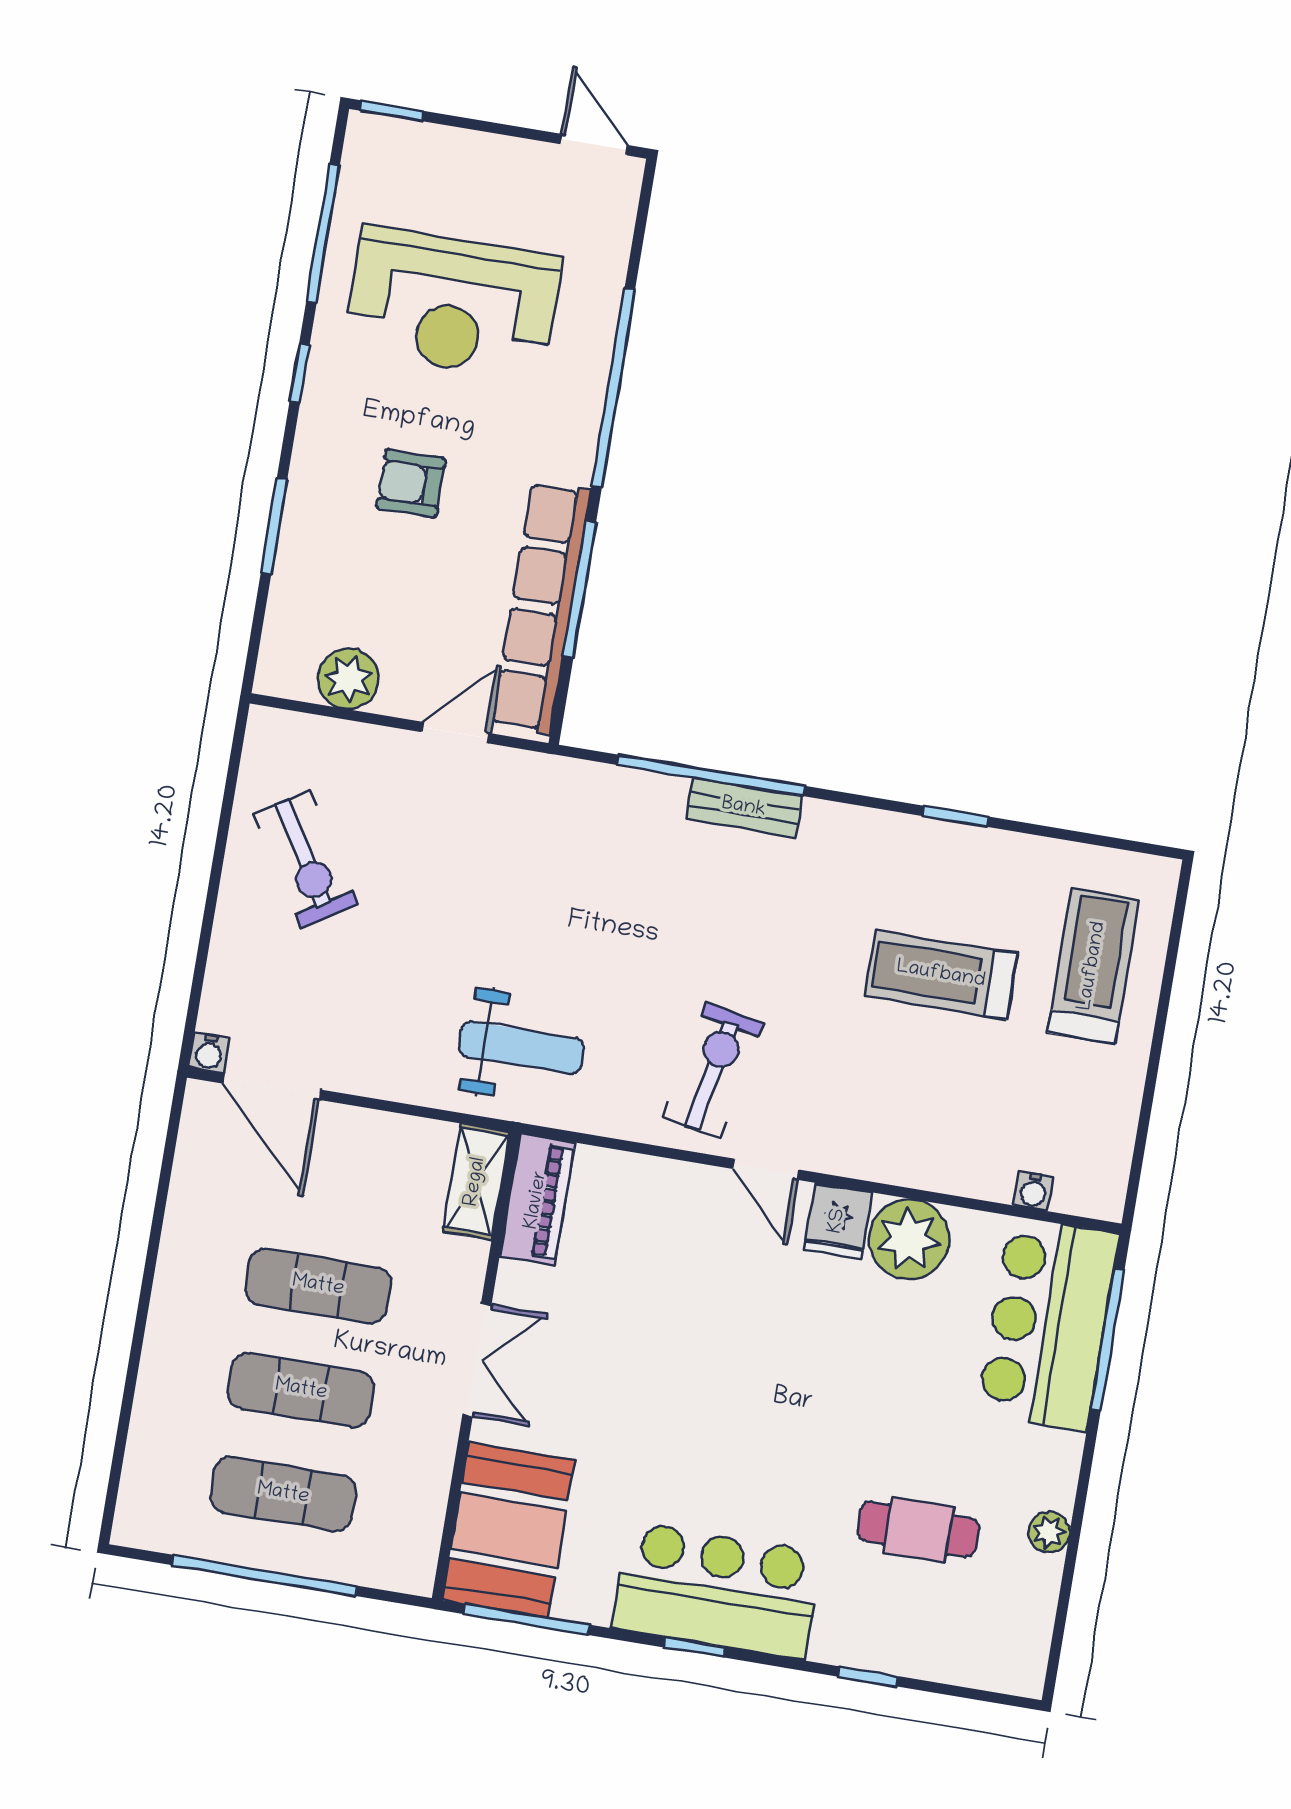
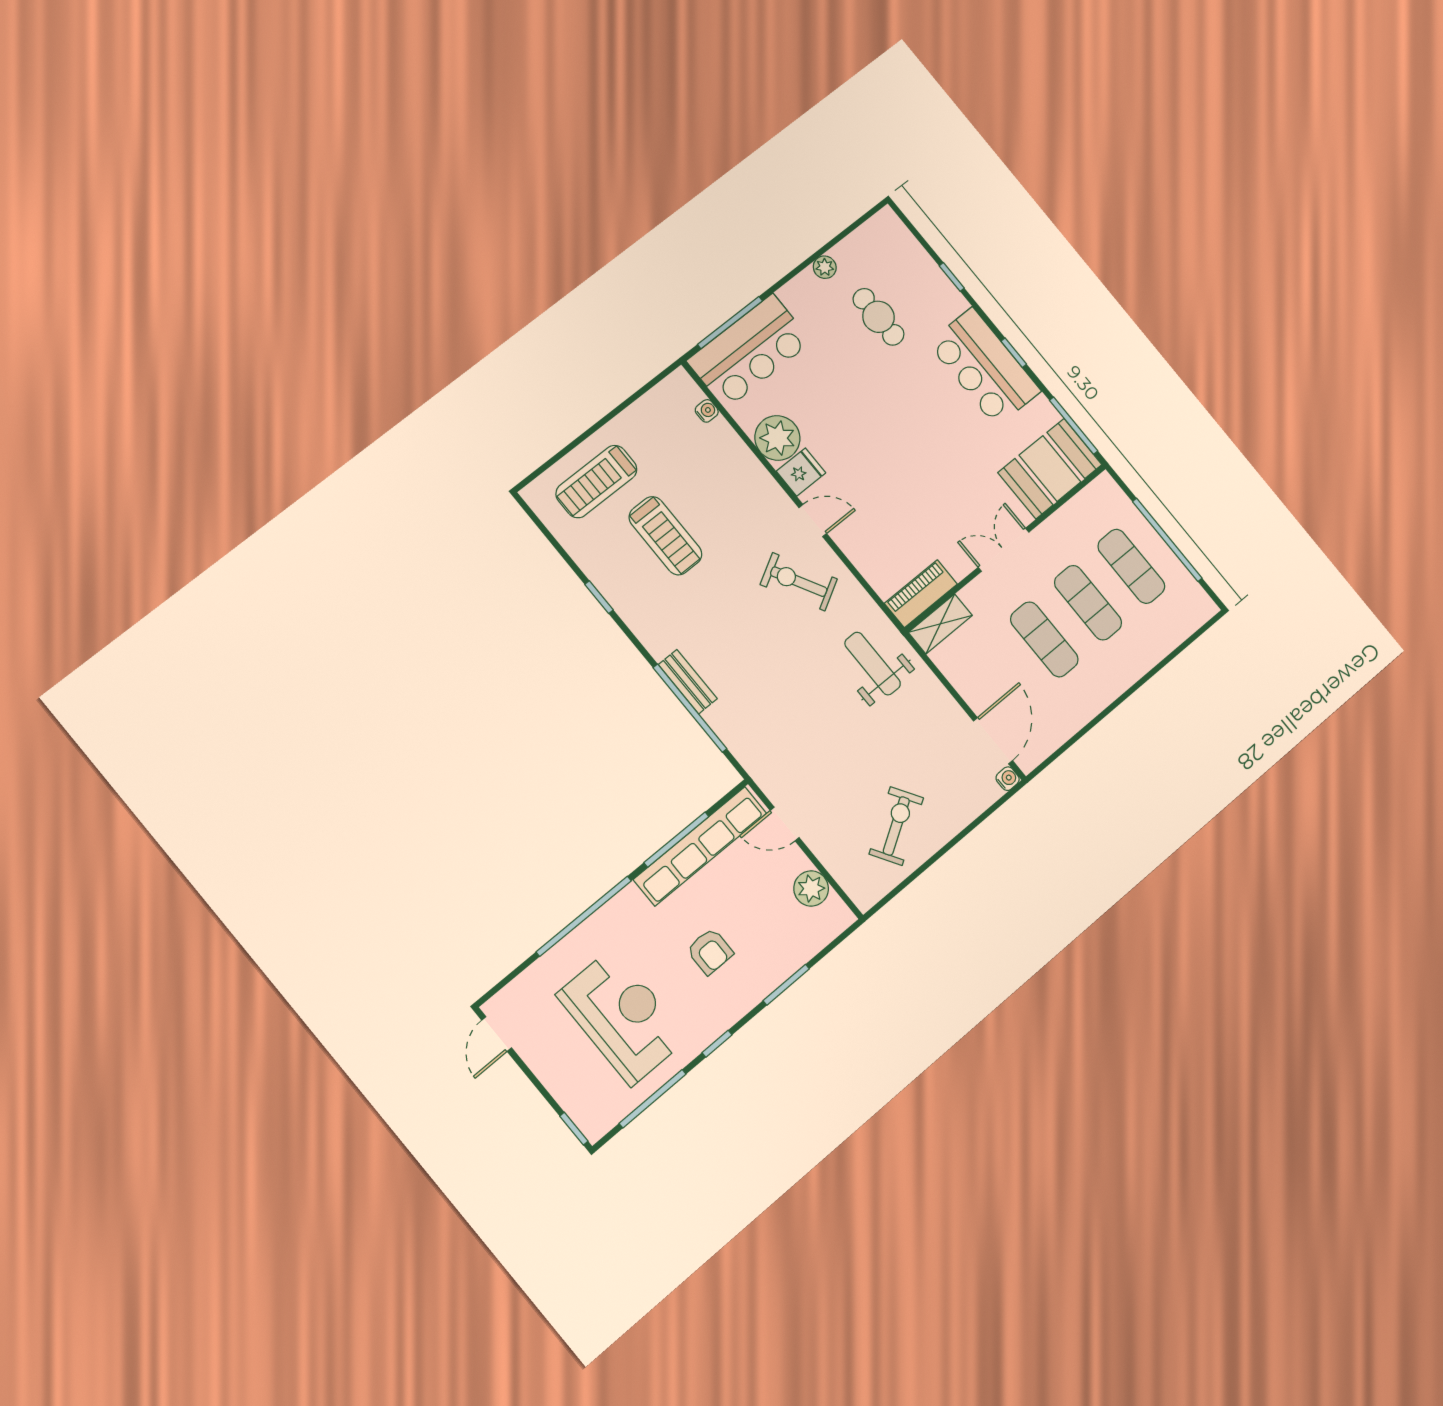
exercise bike: (713, 1070) -> (799, 582), turned 50
door: (766, 1169) -> (813, 521), hinge flipped

